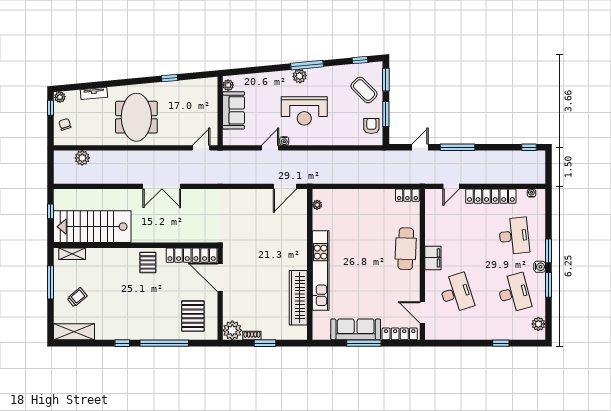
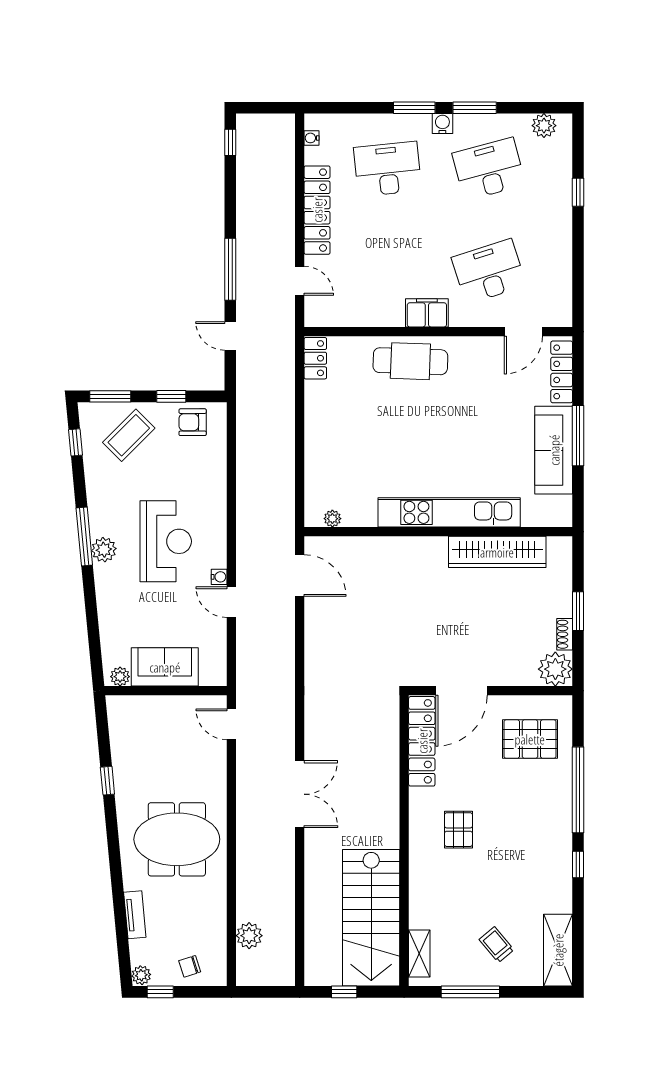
window: (386, 114) -> (171, 396), width x0.67
pallet: (148, 262) -> (458, 830), moved, turned 90

